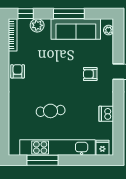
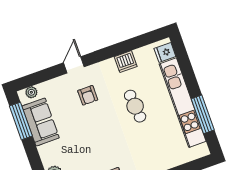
window: (69, 14) -> (21, 121), moved
sofa: (76, 29) -> (41, 122), width x0.73
cafe table: (51, 111) -> (135, 106), moved

